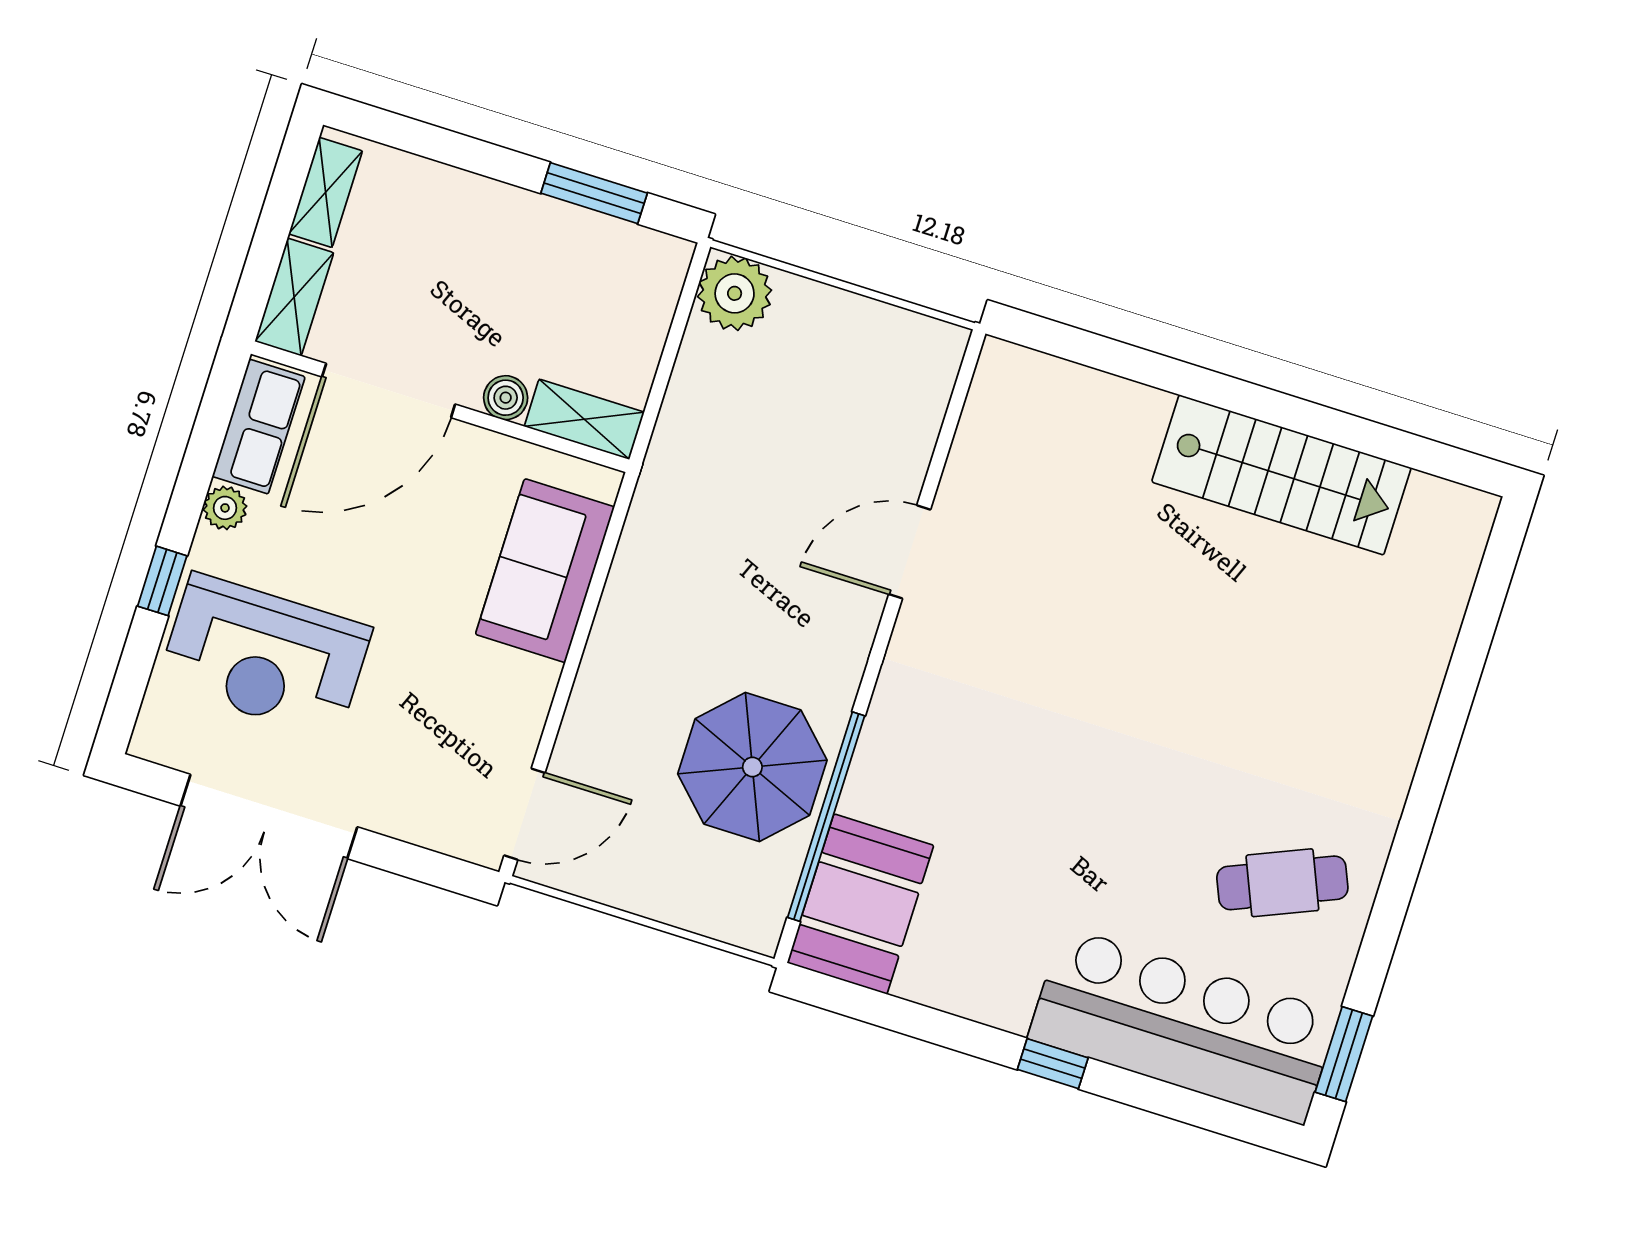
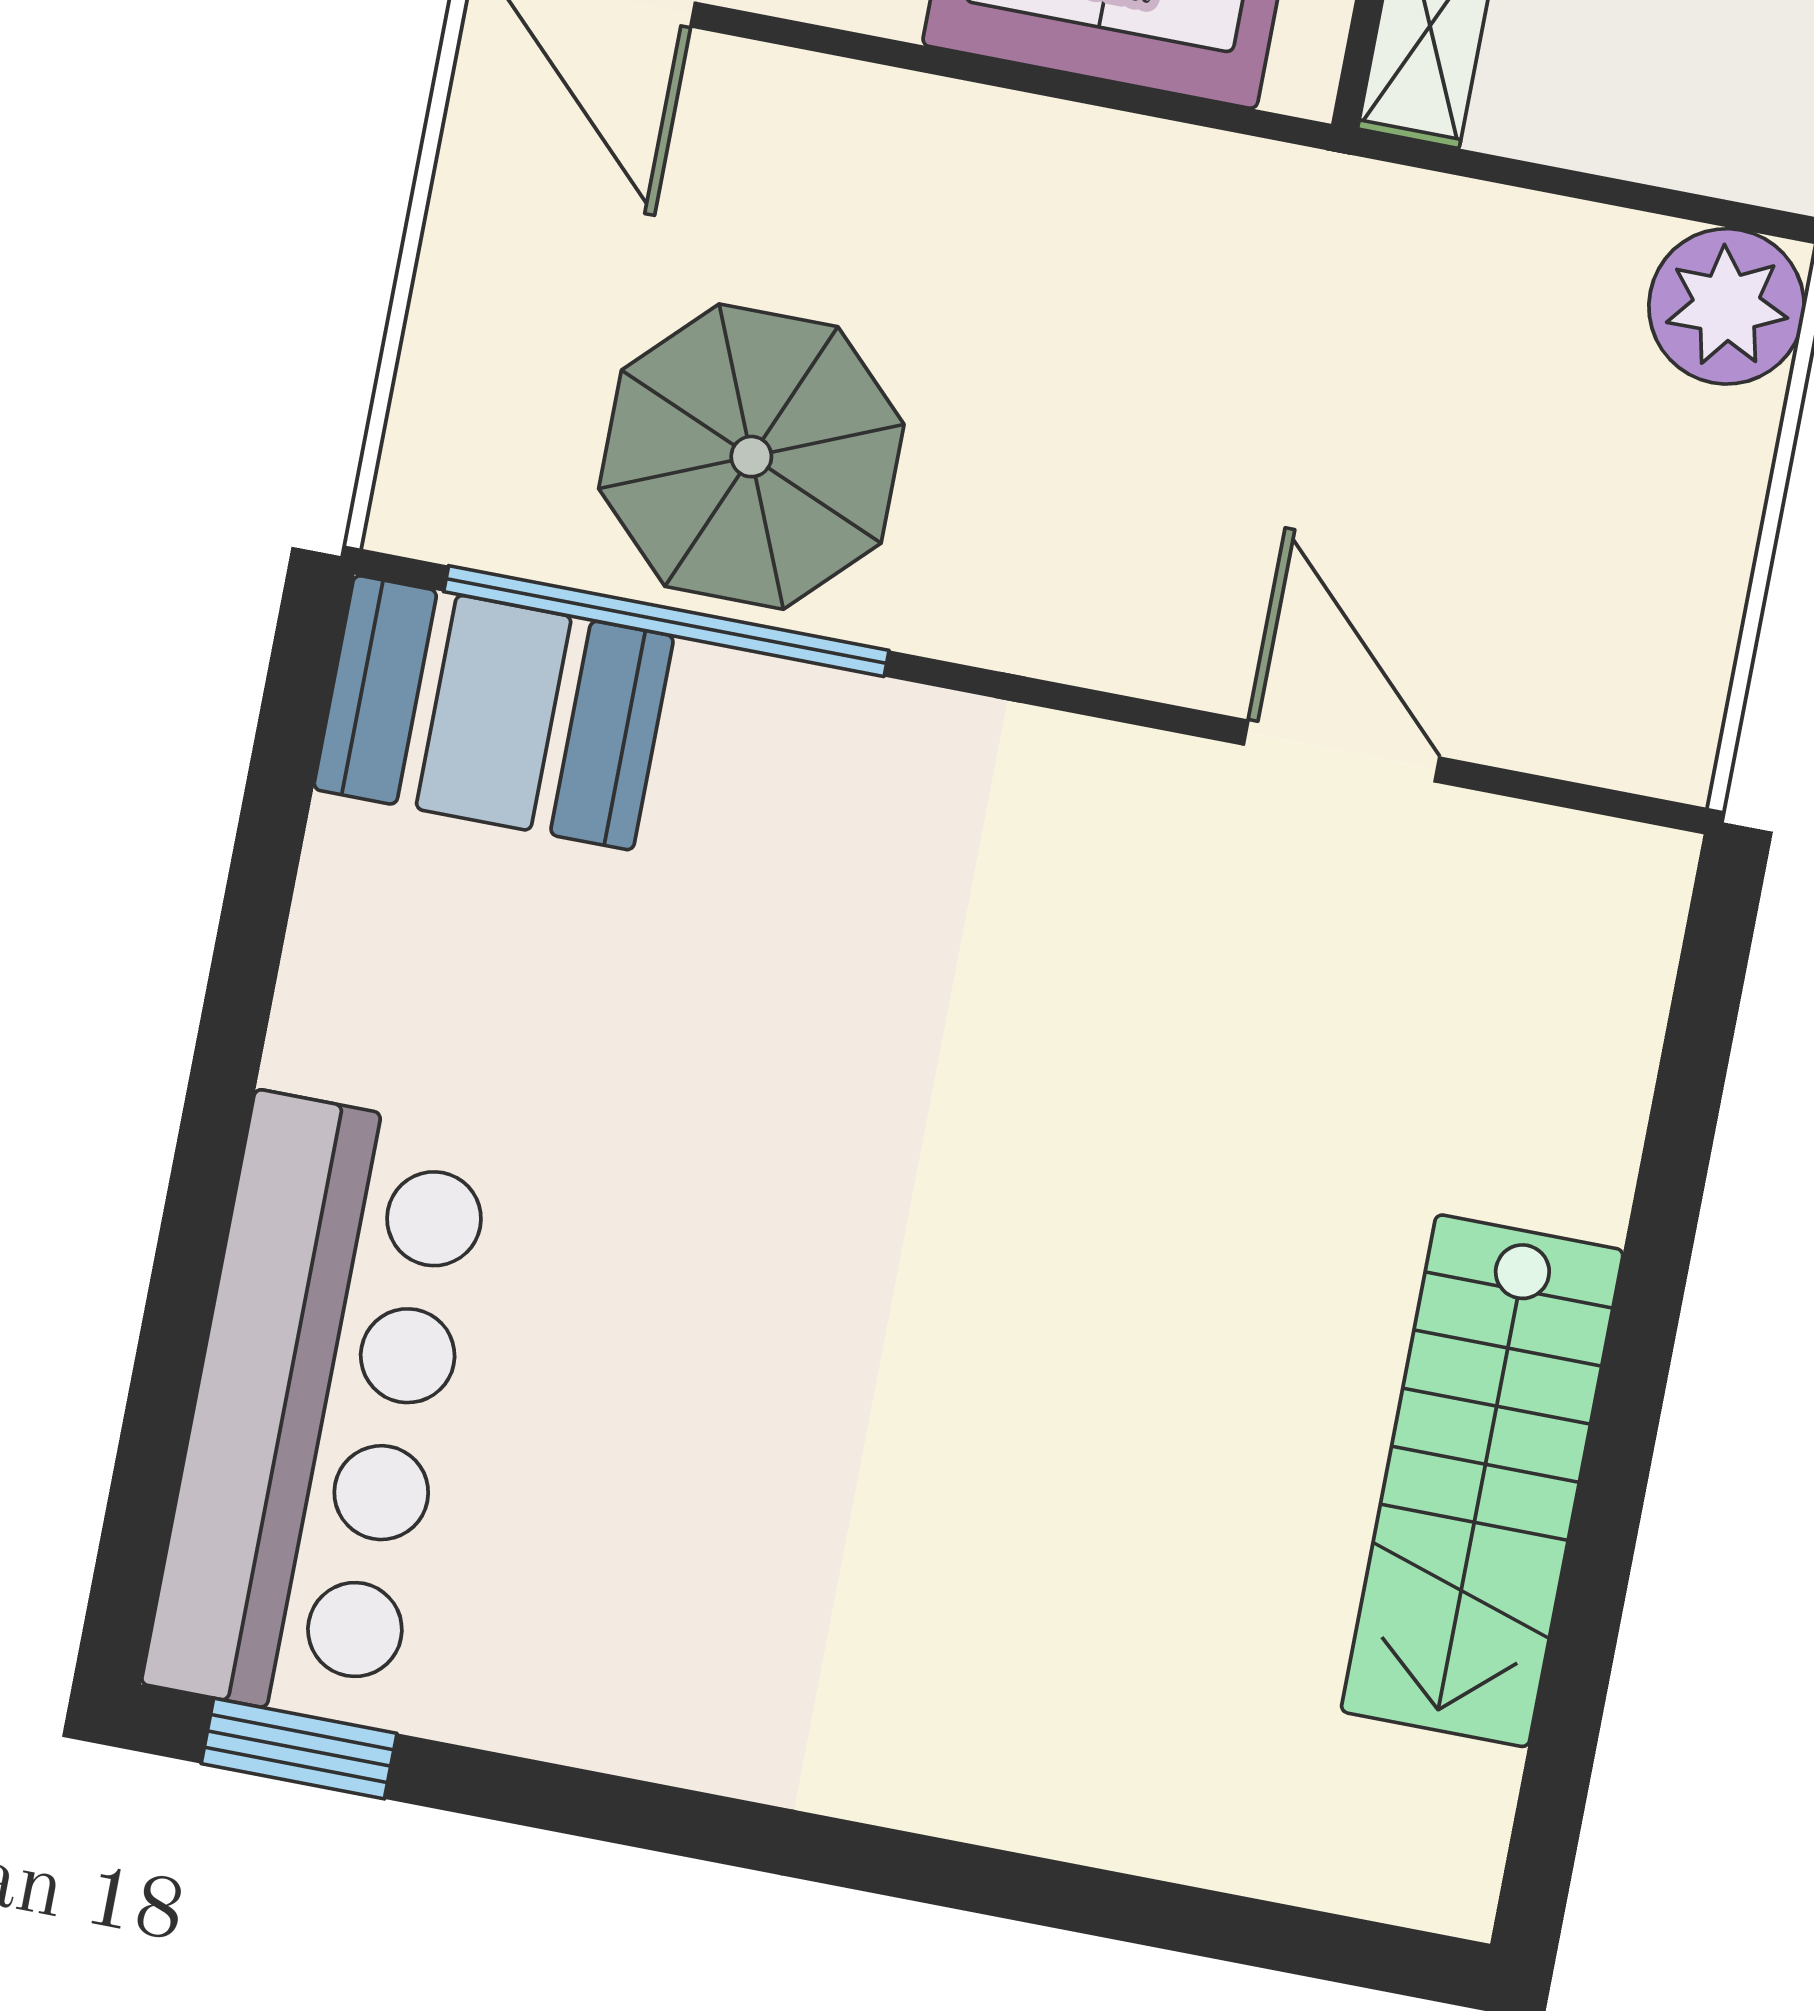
door: (910, 552) -> (1341, 751), moved
cafe table: (1282, 883) -> (639, 1580), removed
window: (1053, 1064) -> (210, 1149), removed

